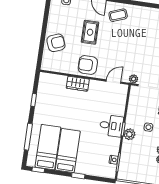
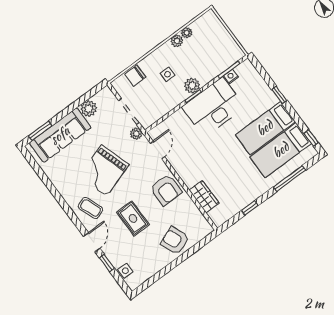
rug: (90, 32) -> (133, 218), turned 90
grand piano: (131, 42) -> (104, 171), added
door: (114, 82) -> (157, 150), swing flipped
wardrobe: (78, 84) -> (204, 197), moved
desk: (111, 126) -> (213, 107), width x1.87, depth x1.30

